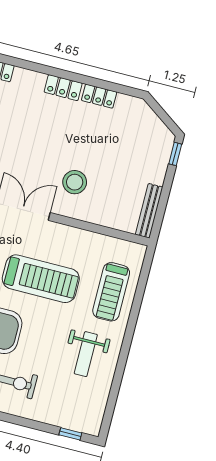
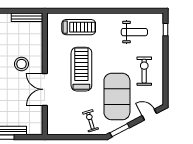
weight bench: (86, 354) -> (134, 32), moved

